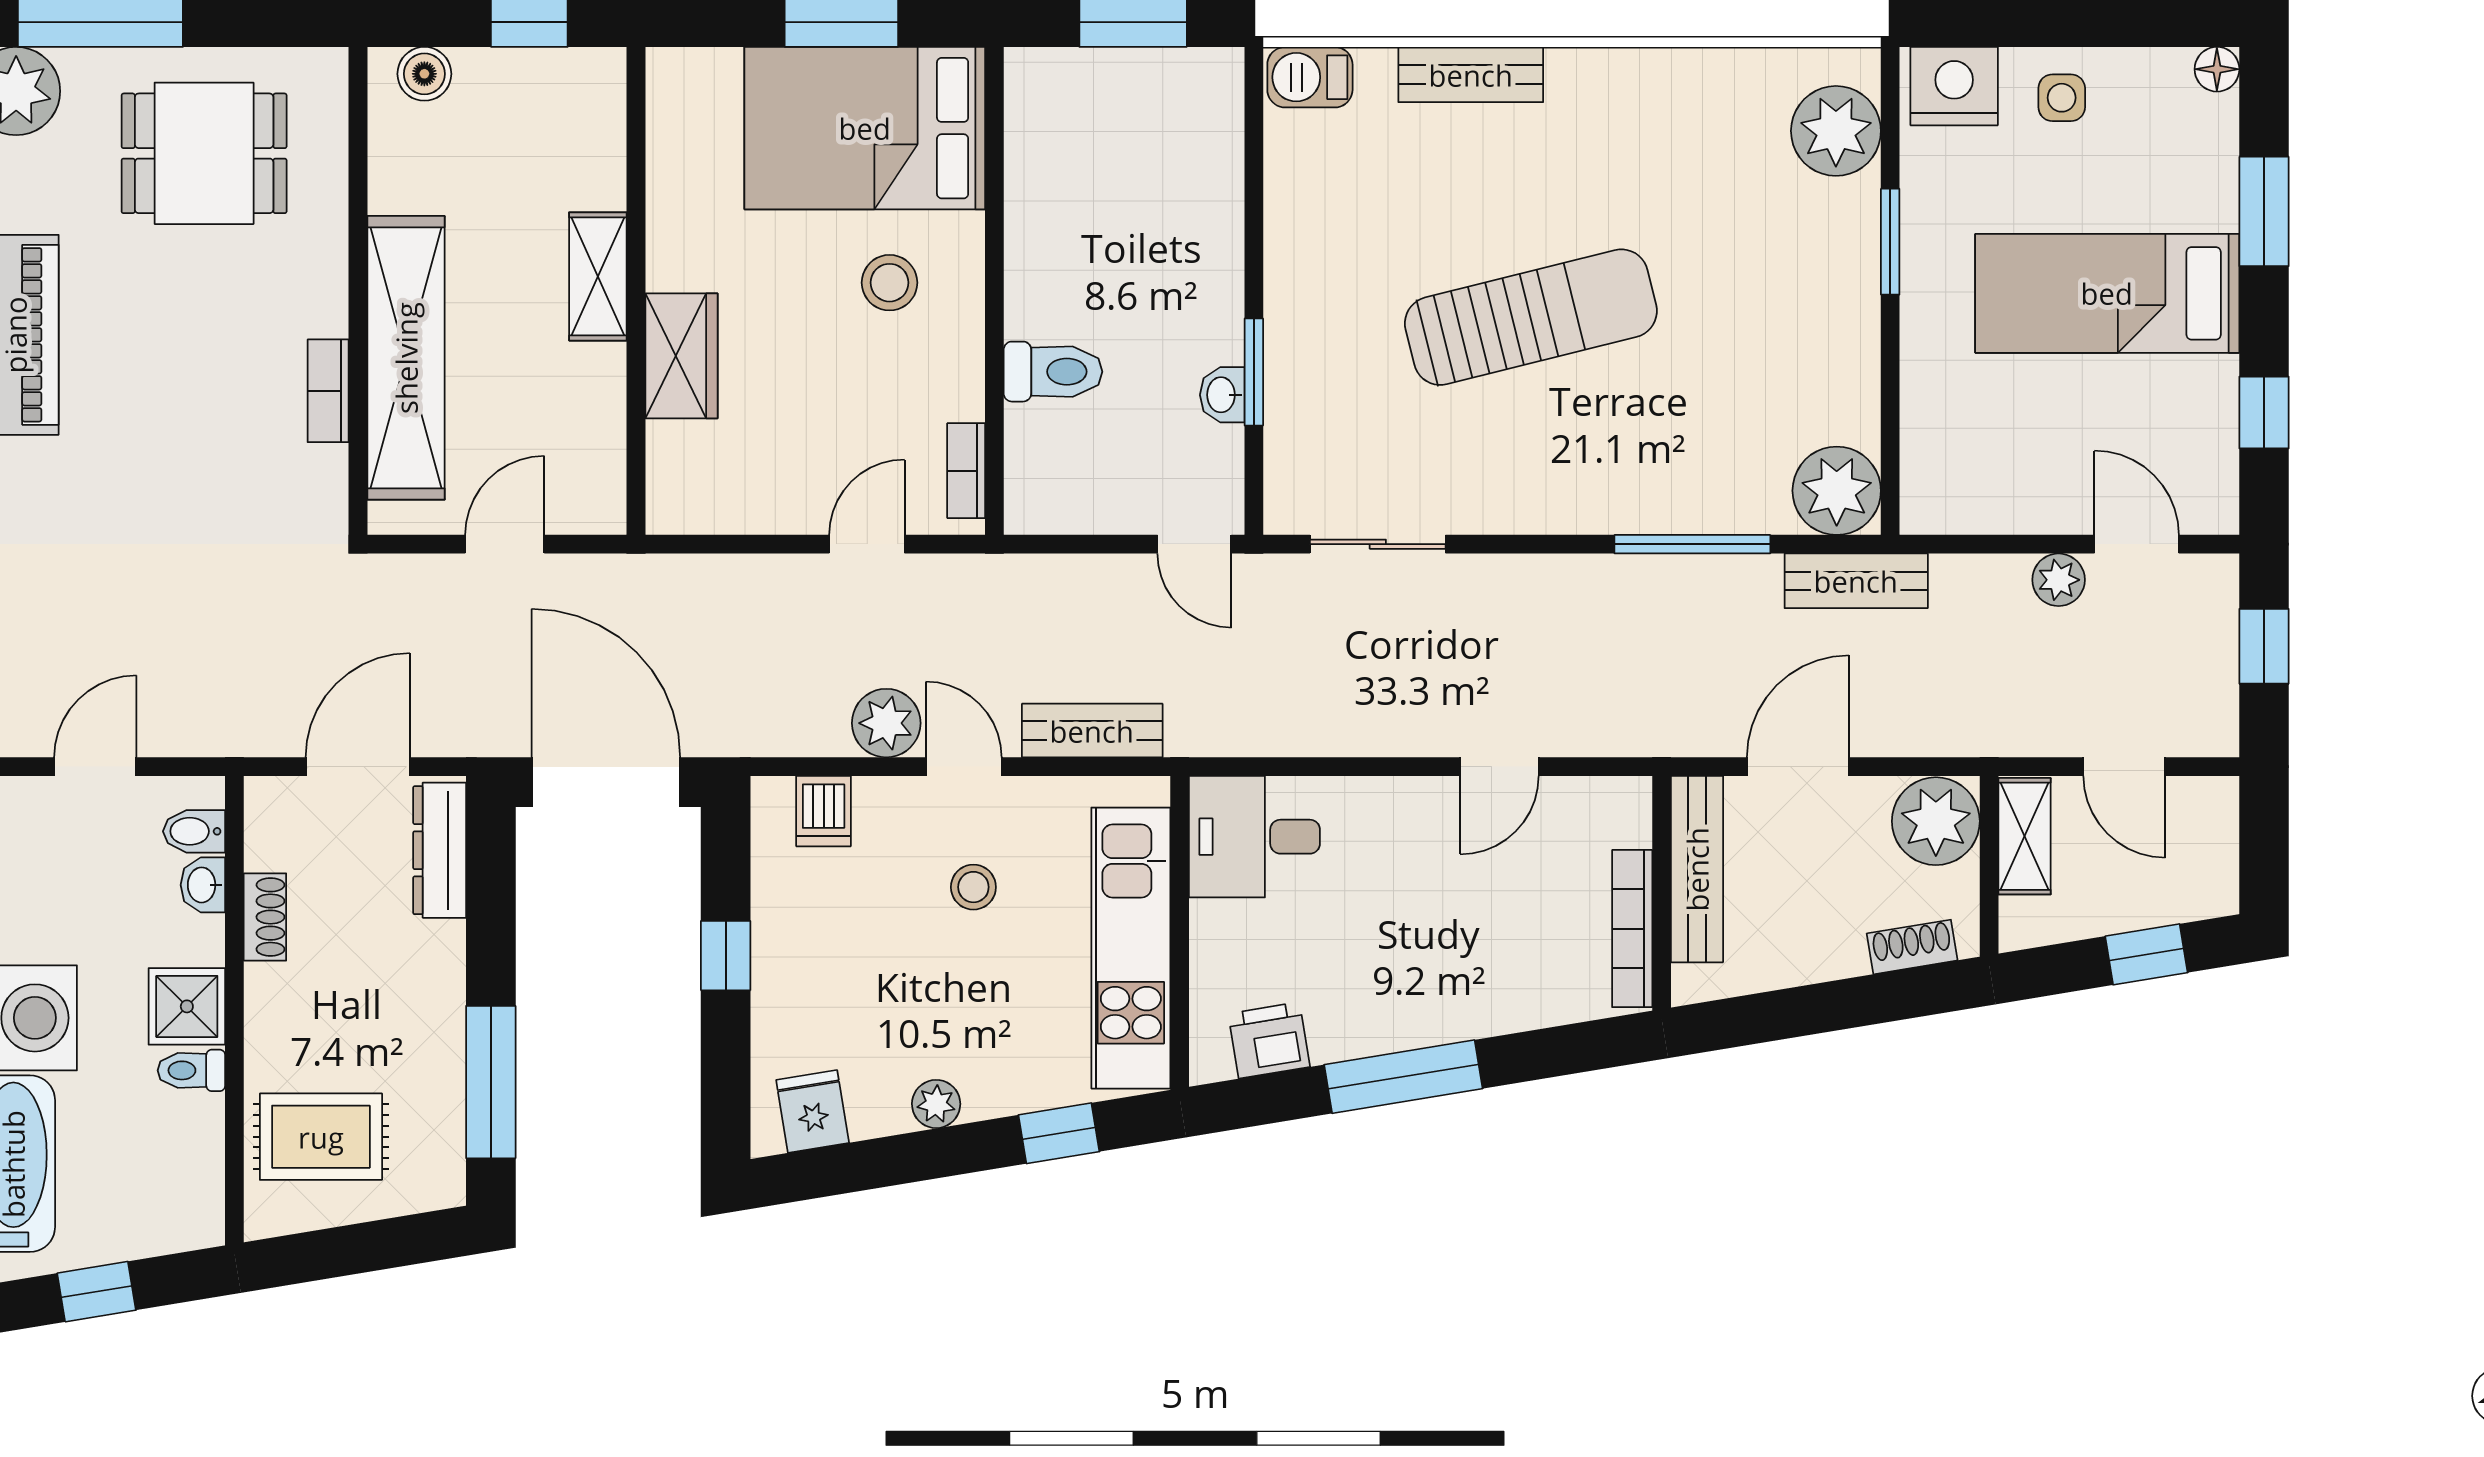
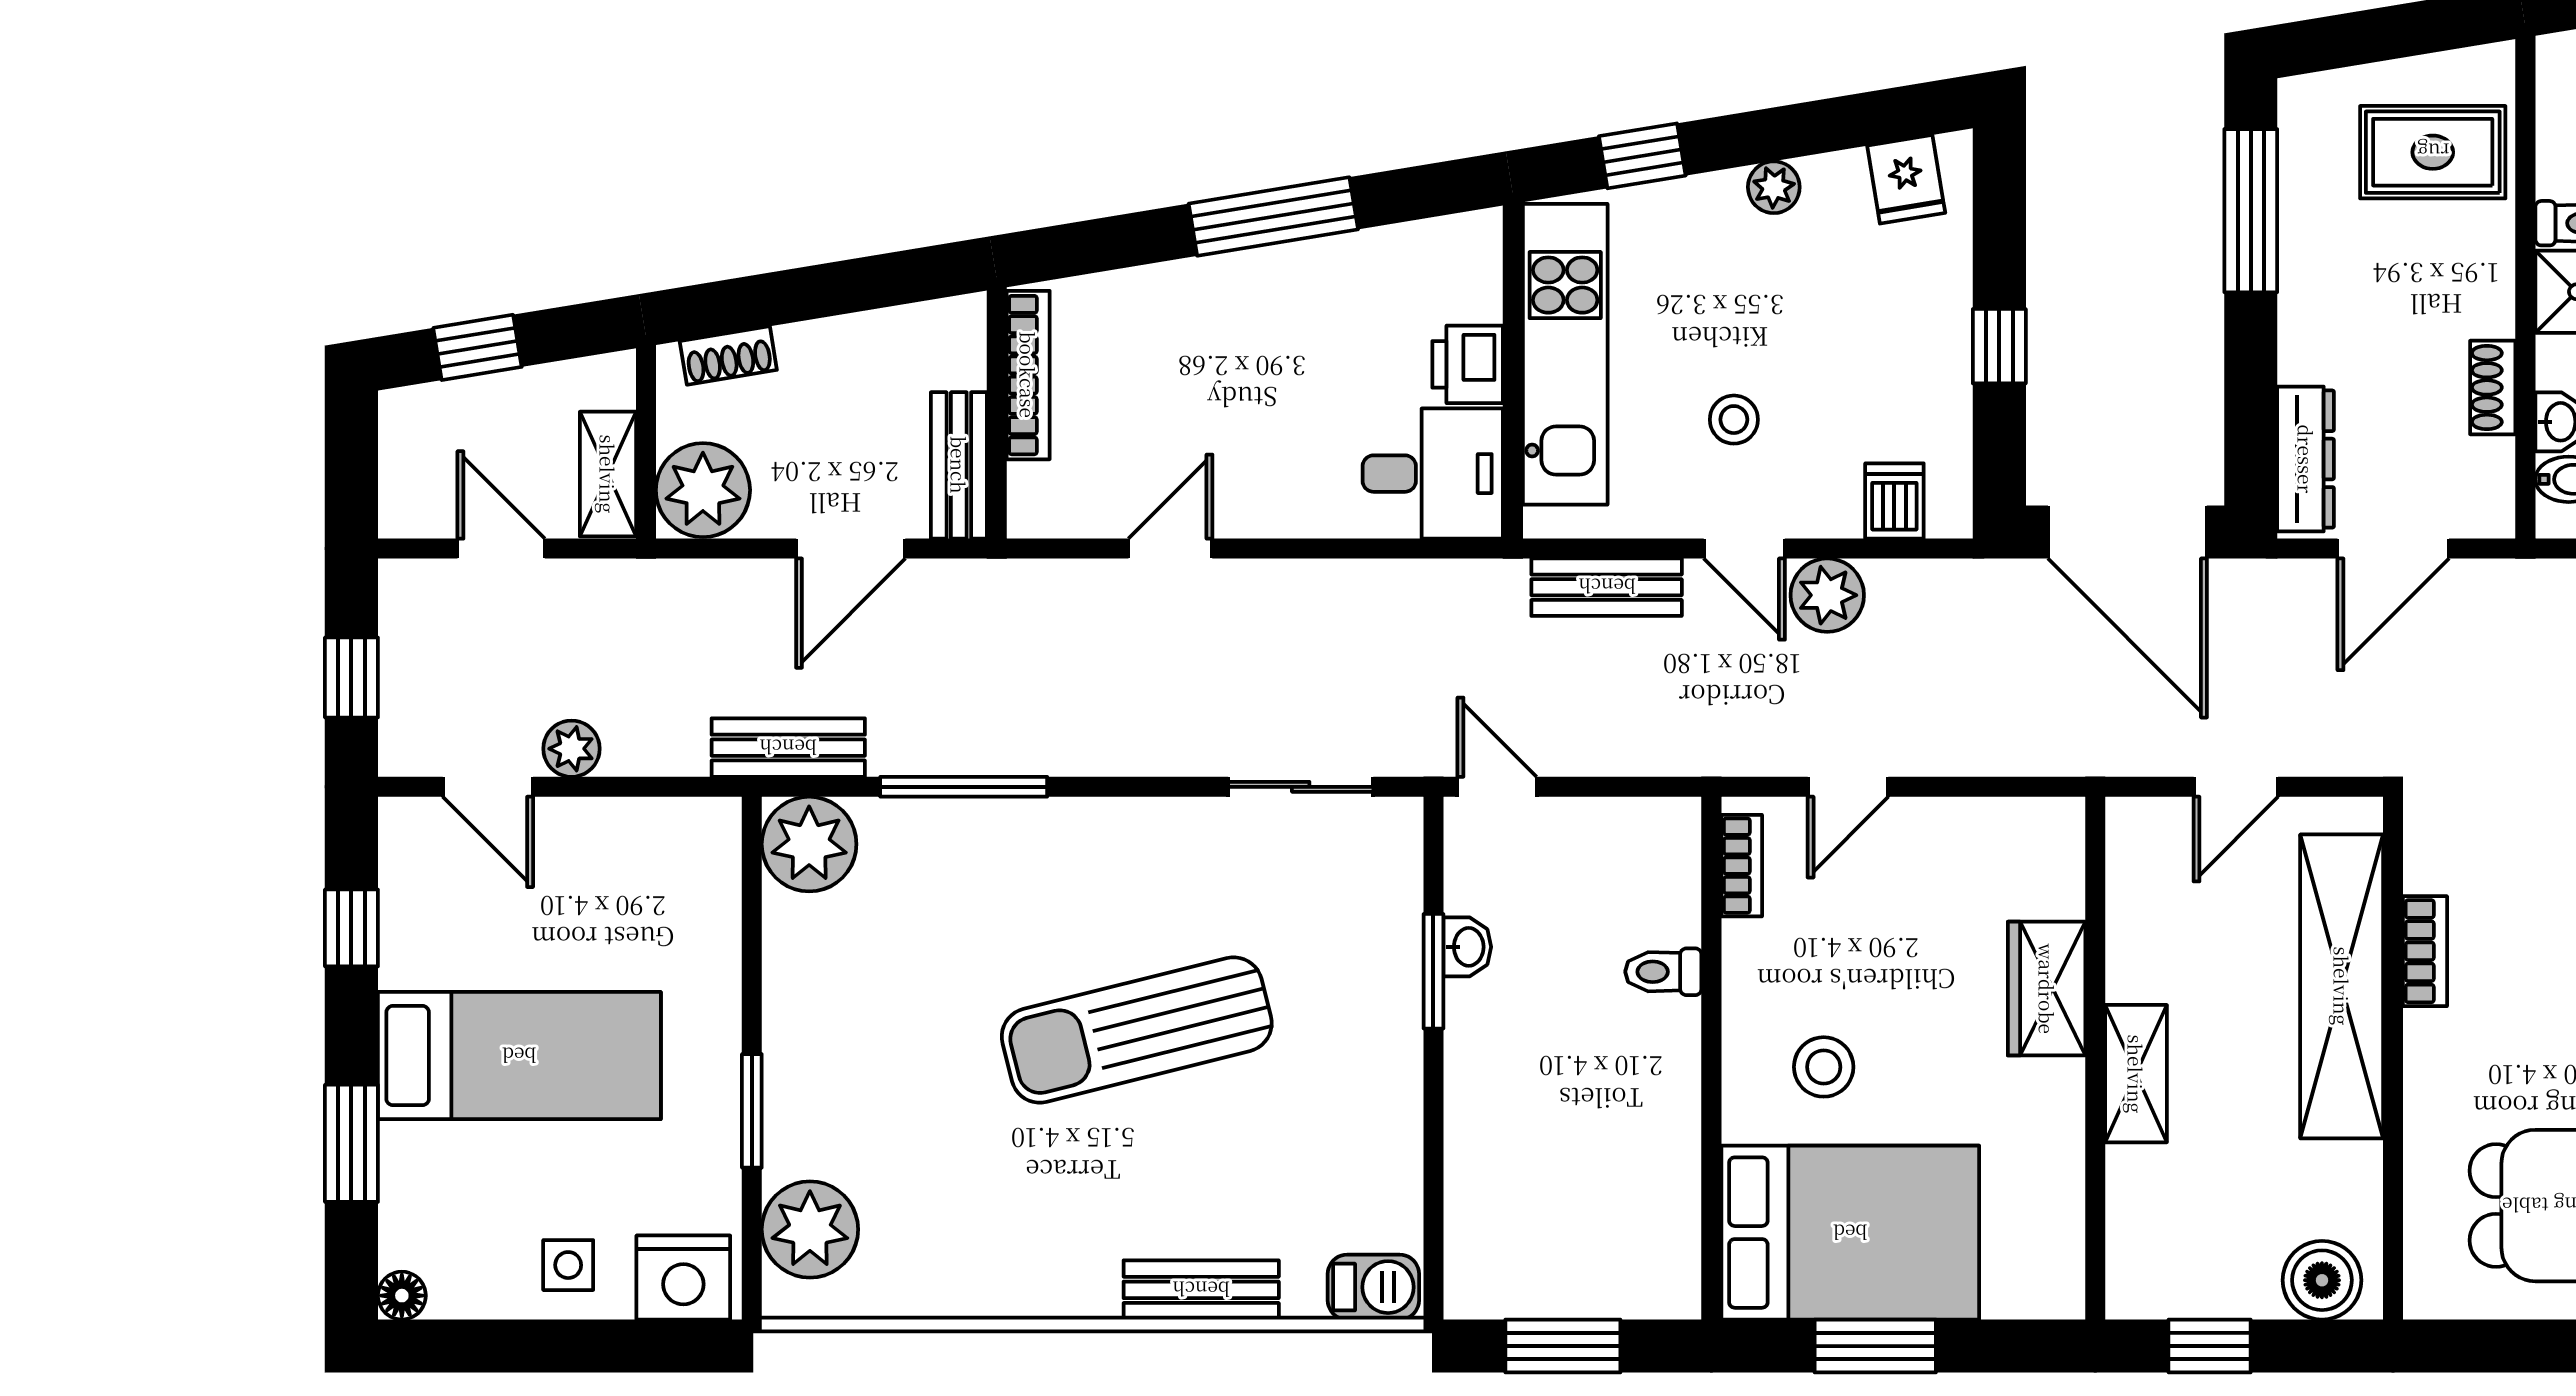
boiler: (424, 74) -> (2322, 1280), width x1.36, depth x1.36
toilet: (1053, 372) -> (1663, 972), width x0.73, depth x0.72
bench: (1697, 869) -> (959, 465), width x0.73
printer: (1269, 1040) -> (1468, 364), moved, turned 99

